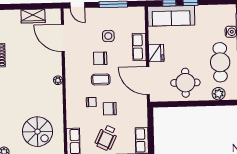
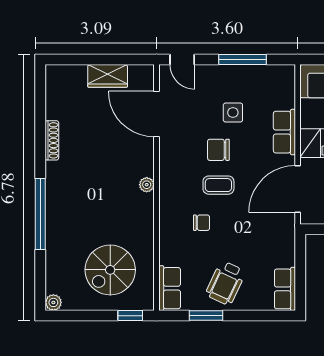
door: (148, 81) -> (298, 189), hinge flipped
chair: (110, 109) -> (232, 234), removed
spiral stairs: (37, 132) -> (110, 270), turned 90

